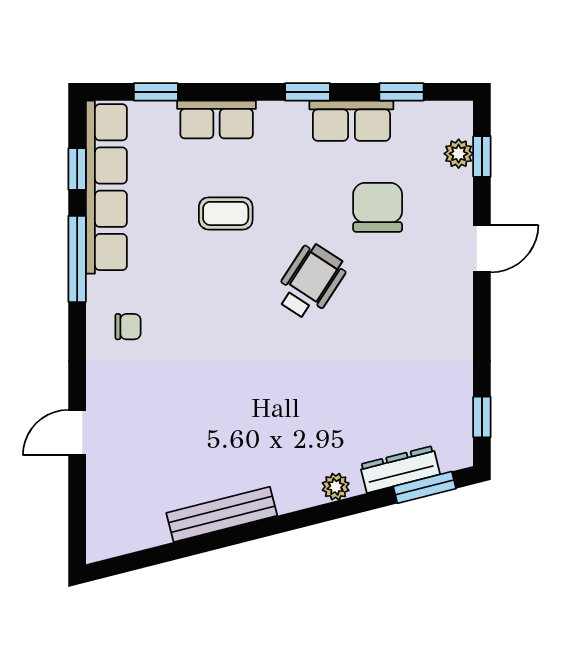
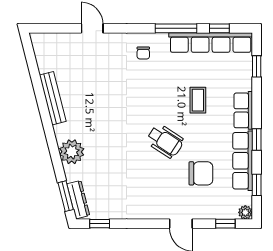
row of seats: (217, 119) -> (243, 110), moved
row of seats: (351, 121) -> (243, 161), width x1.48
plant: (459, 154) -> (245, 212), moved
dresser: (400, 469) -> (78, 200), moved
plant: (336, 487) -> (72, 152), width x1.87, depth x1.87

